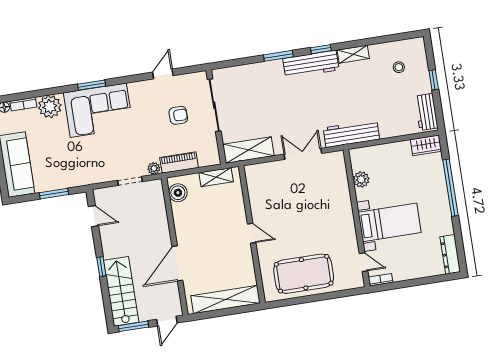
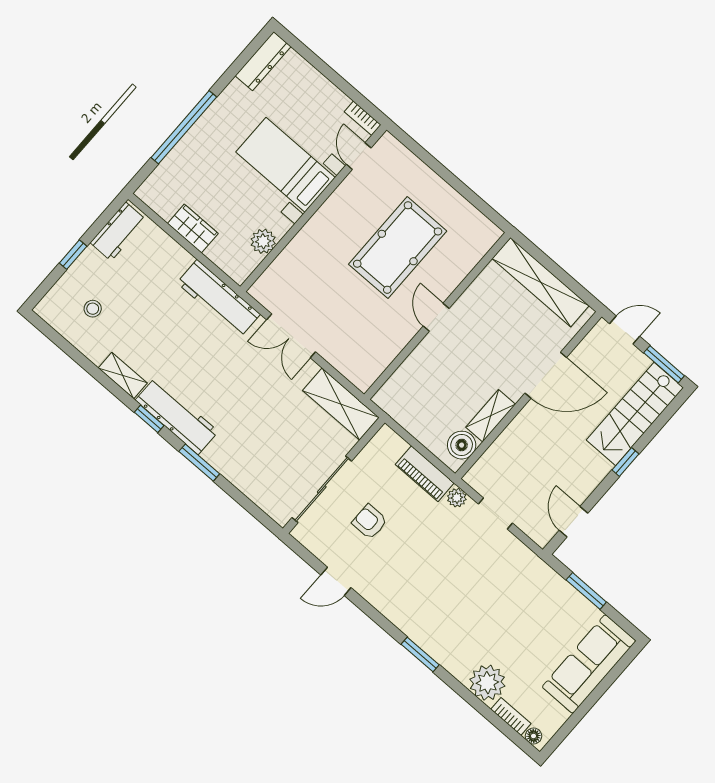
corner sofa: (98, 110) -> (443, 622), removed
wardrobe: (426, 145) -> (193, 228), moved
shelving: (216, 177) -> (491, 416), moved, turned 90
pool table: (304, 274) -> (398, 248), moved, turned 90

